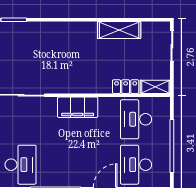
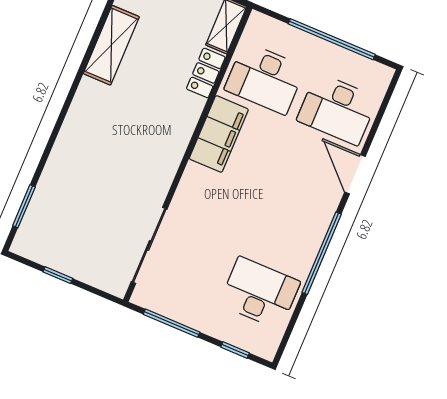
filing cabinet: (78, 107) -> (219, 134), moved

